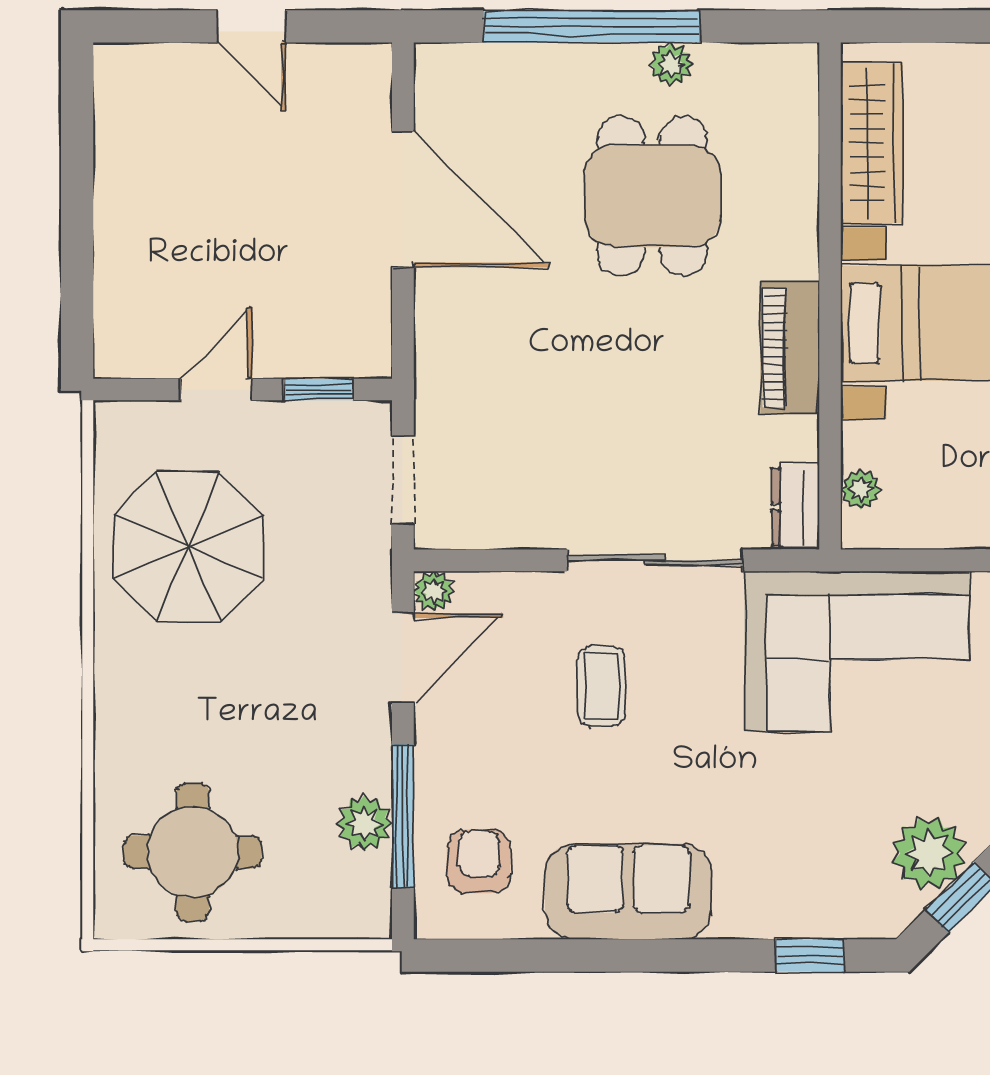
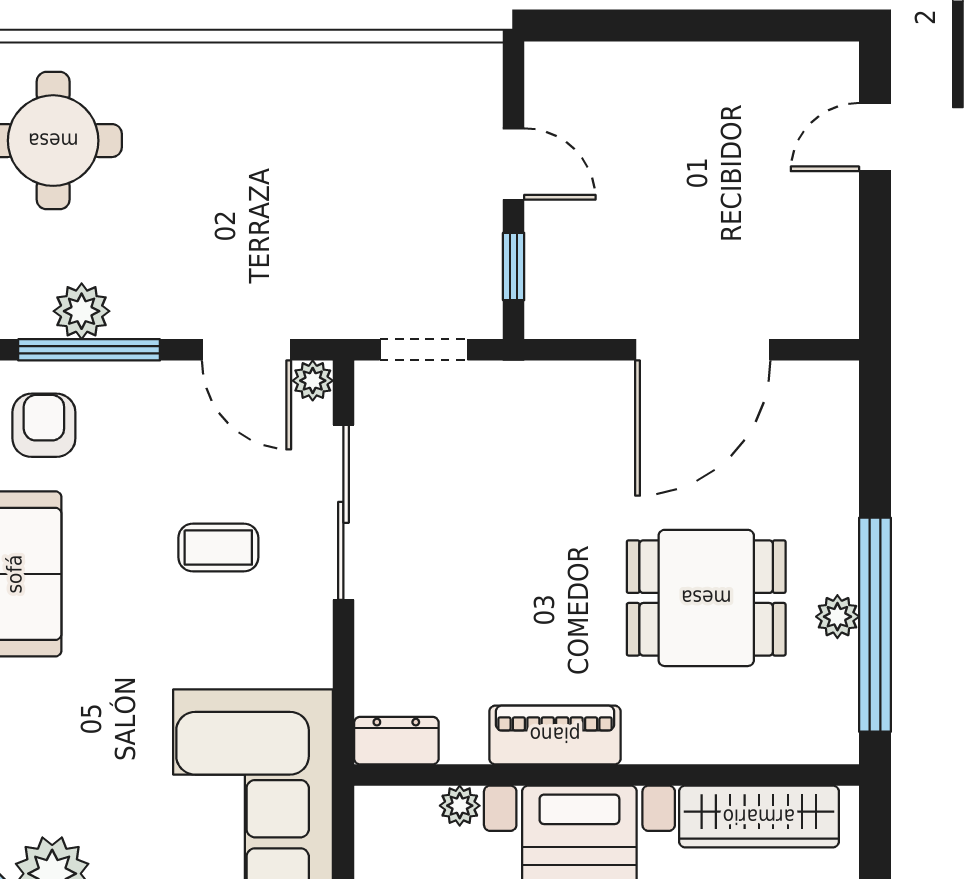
door: (252, 26) -> (875, 137), moved
window: (591, 26) -> (875, 625), moved
plant: (861, 489) -> (460, 806), moved
parasol: (188, 547) -> (357, 136), removed
sliding door: (655, 560) -> (343, 512), moved
armchair: (479, 861) -> (44, 425), turned -90

